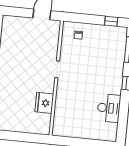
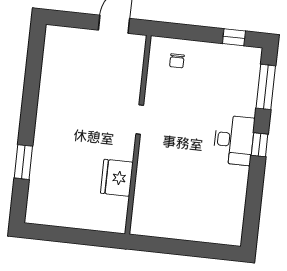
desk: (109, 108) -> (234, 140), moved

